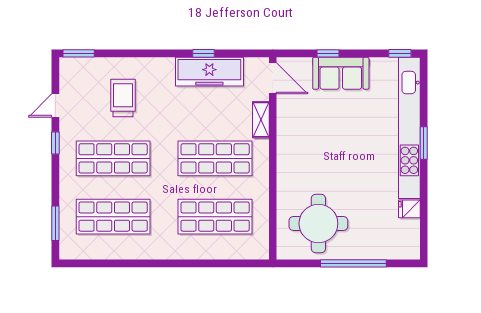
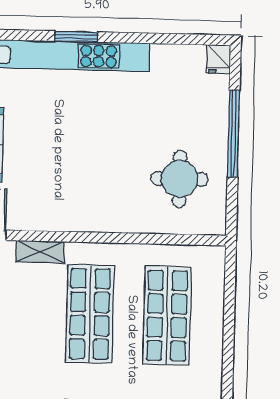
fridge: (409, 209) -> (219, 59), moved
round table: (318, 223) -> (180, 179), width x0.73, depth x0.73

